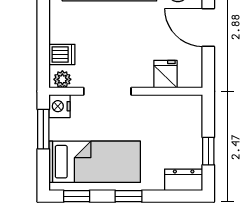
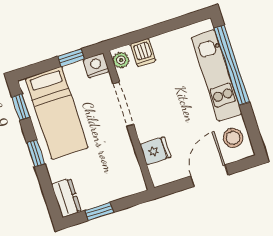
window: (43, 129) -> (71, 58), width x0.67

